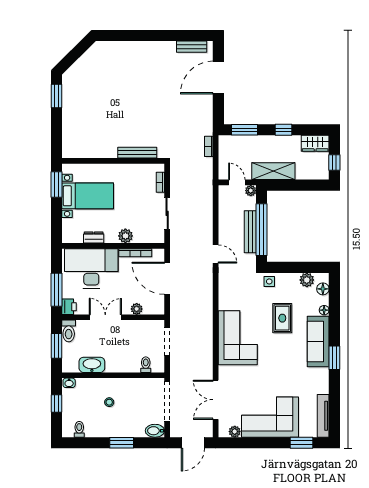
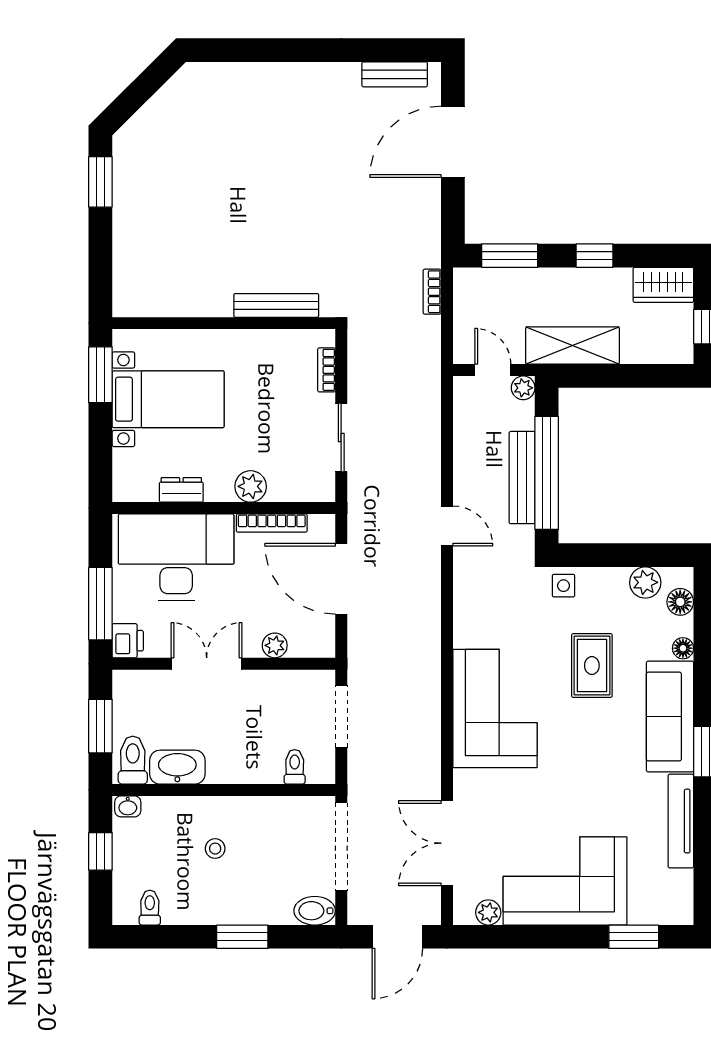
toilet: (69, 331) -> (133, 760), moved, turned 180
tv unit: (323, 416) -> (681, 821), moved

